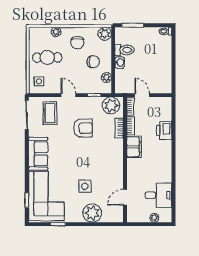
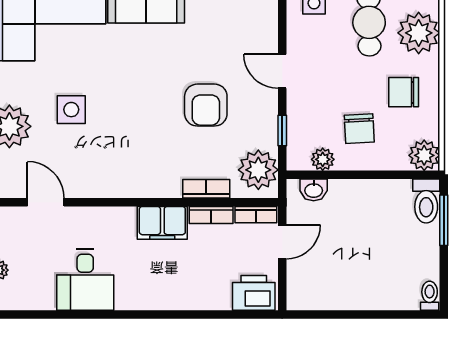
plant: (56, 32) -> (419, 33), width x1.88, depth x1.88
toilet: (124, 50) -> (426, 201), moved
washbasin: (120, 63) -> (314, 190), moved
door: (68, 95) -> (282, 71), swing flipped
coffee table: (50, 113) -> (240, 29), removed
printer: (164, 130) -> (254, 293), moved
desk: (159, 195) -> (85, 280), moved

